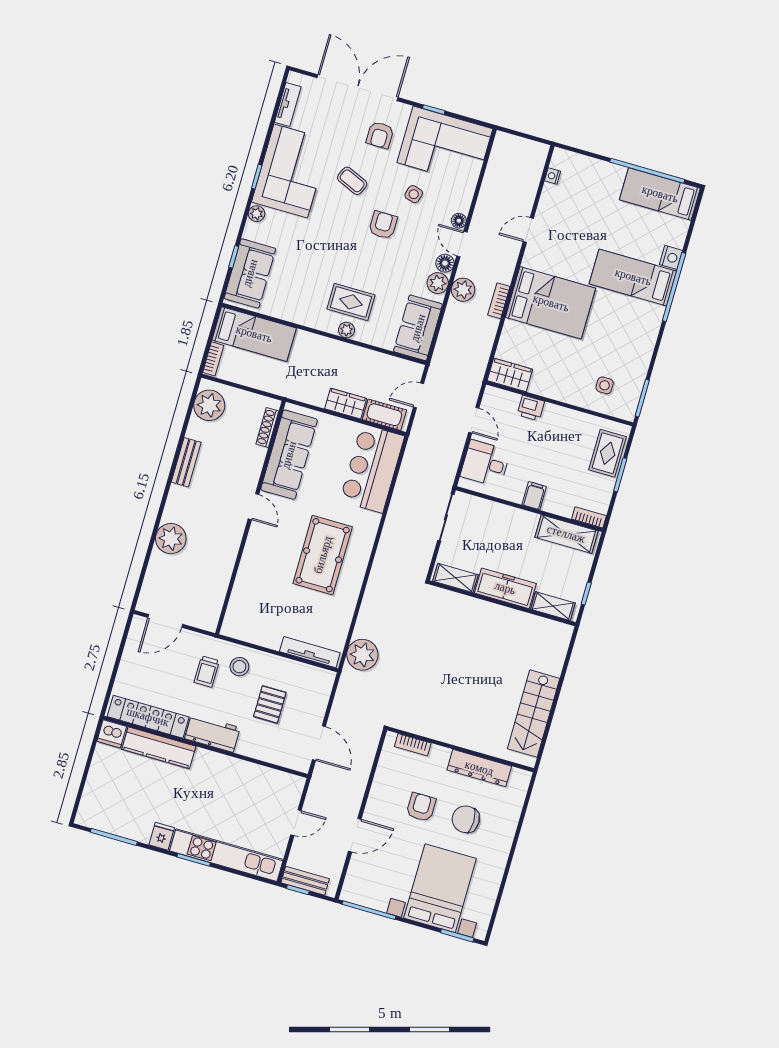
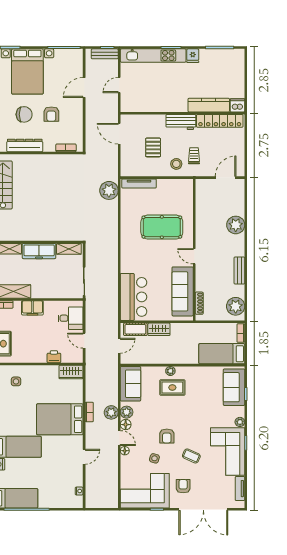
filing cabinet: (534, 496) -> (32, 308), width x2.00
pool table: (323, 555) -> (162, 227), moved, turned 90

